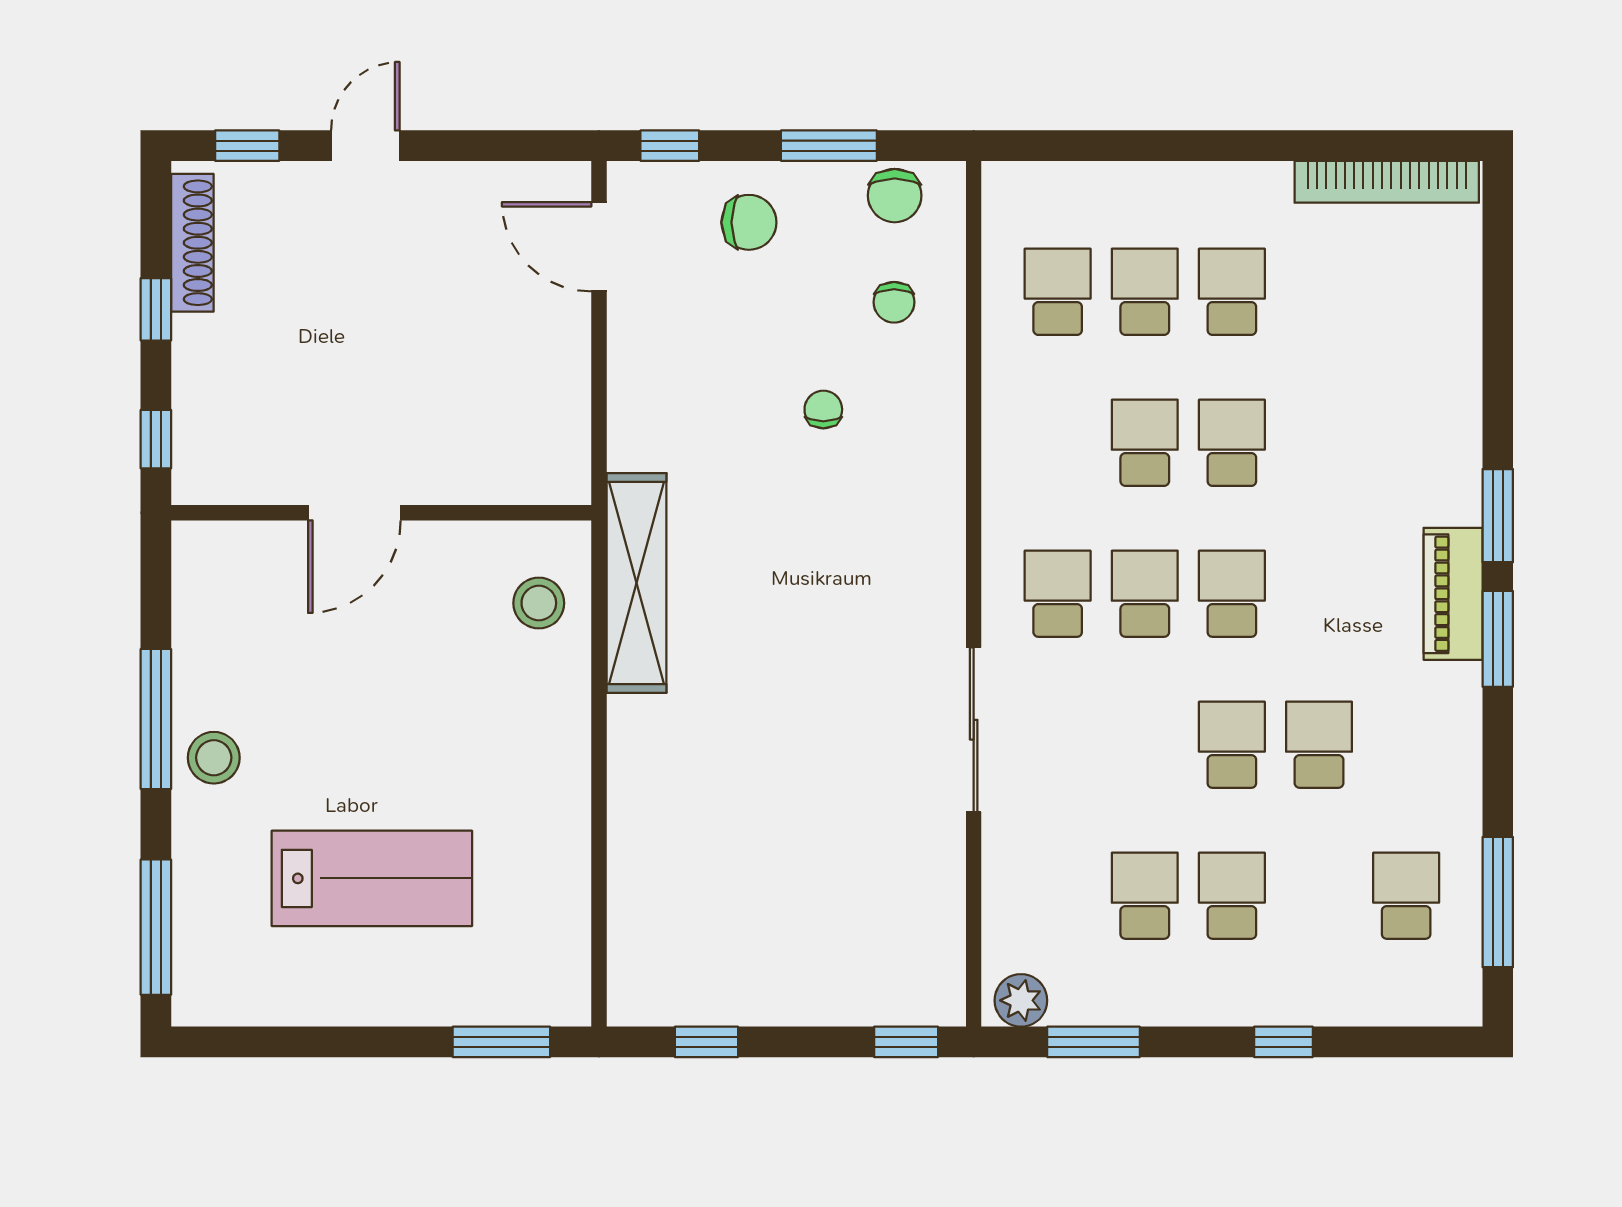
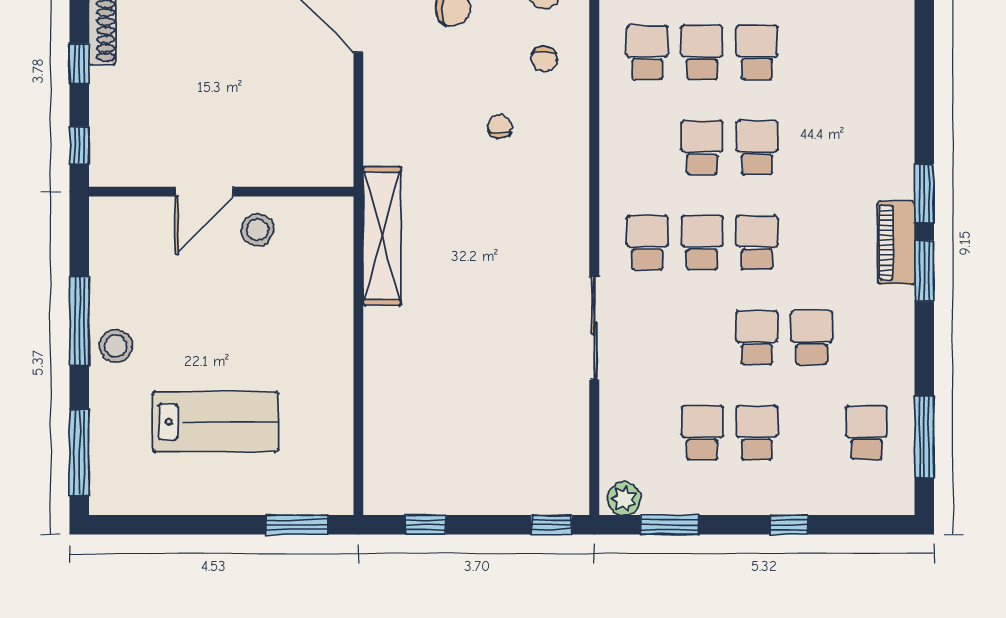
stool: (539, 603) -> (257, 230), moved

